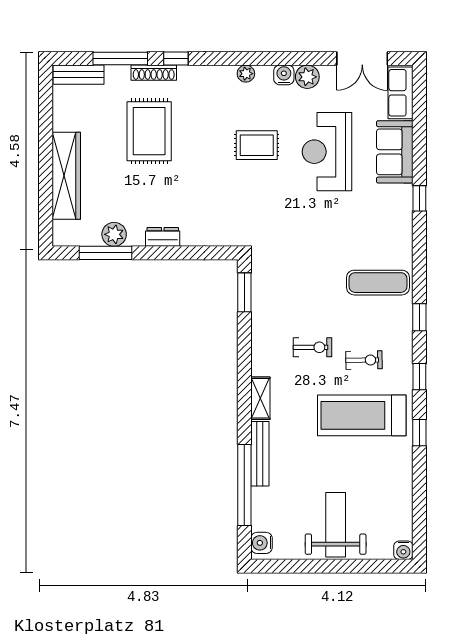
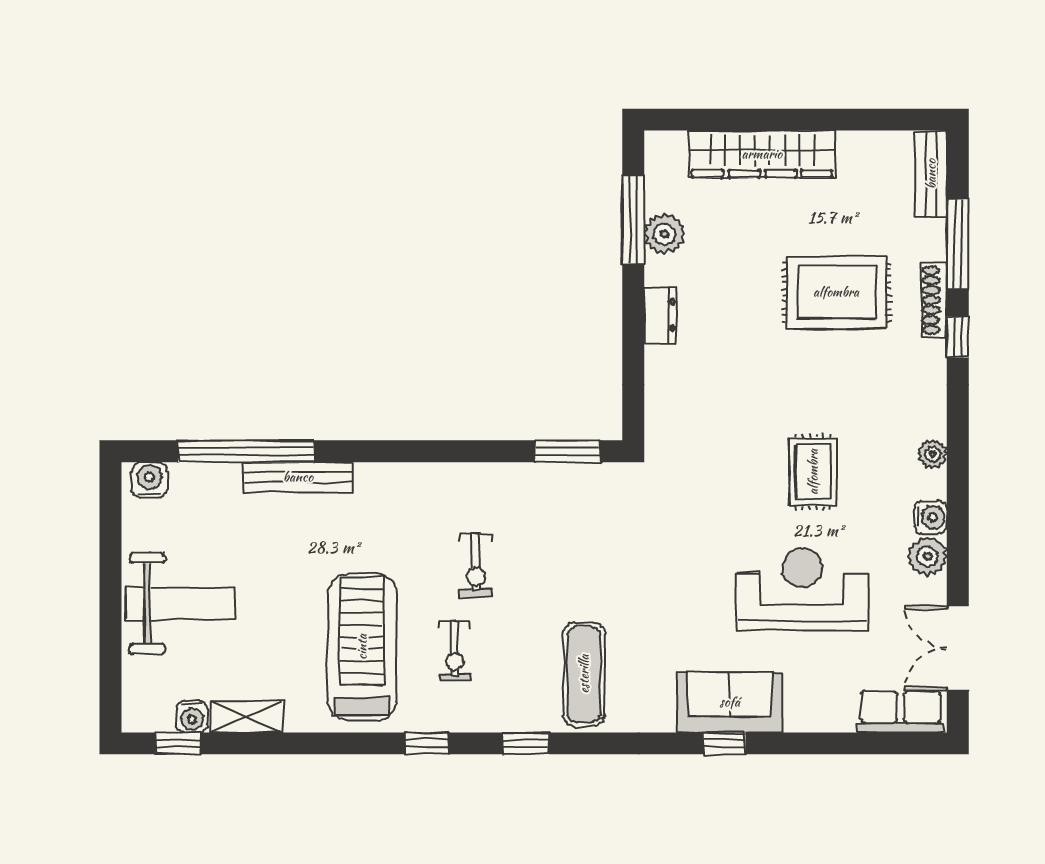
sofa: (395, 152) -> (730, 702), moved
shelving: (260, 398) -> (246, 717), moved
window: (419, 433) -> (178, 743), moved
water cooler: (403, 550) -> (192, 717), moved, turned -90

